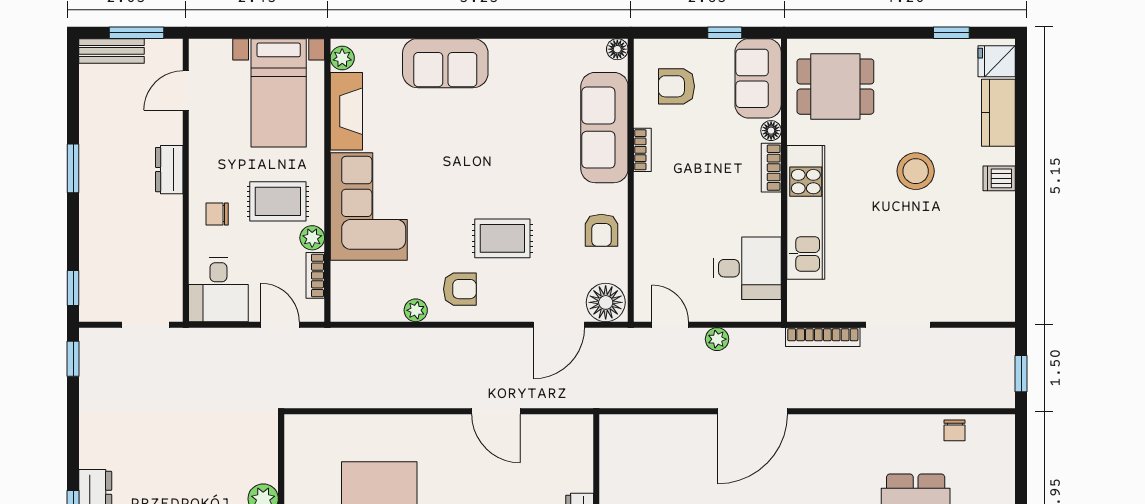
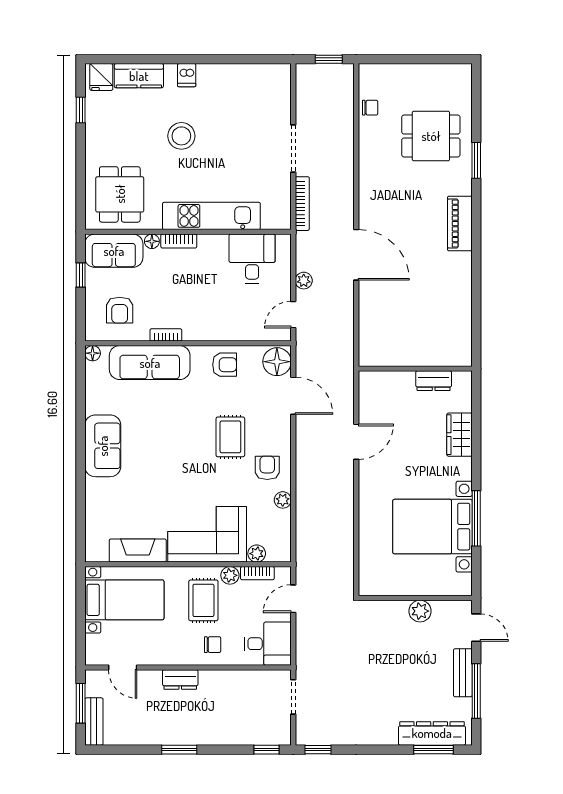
plant: (342, 58) -> (257, 554), moved
sofa: (445, 63) -> (103, 446), moved
chair: (217, 214) -> (213, 645), turned -90

